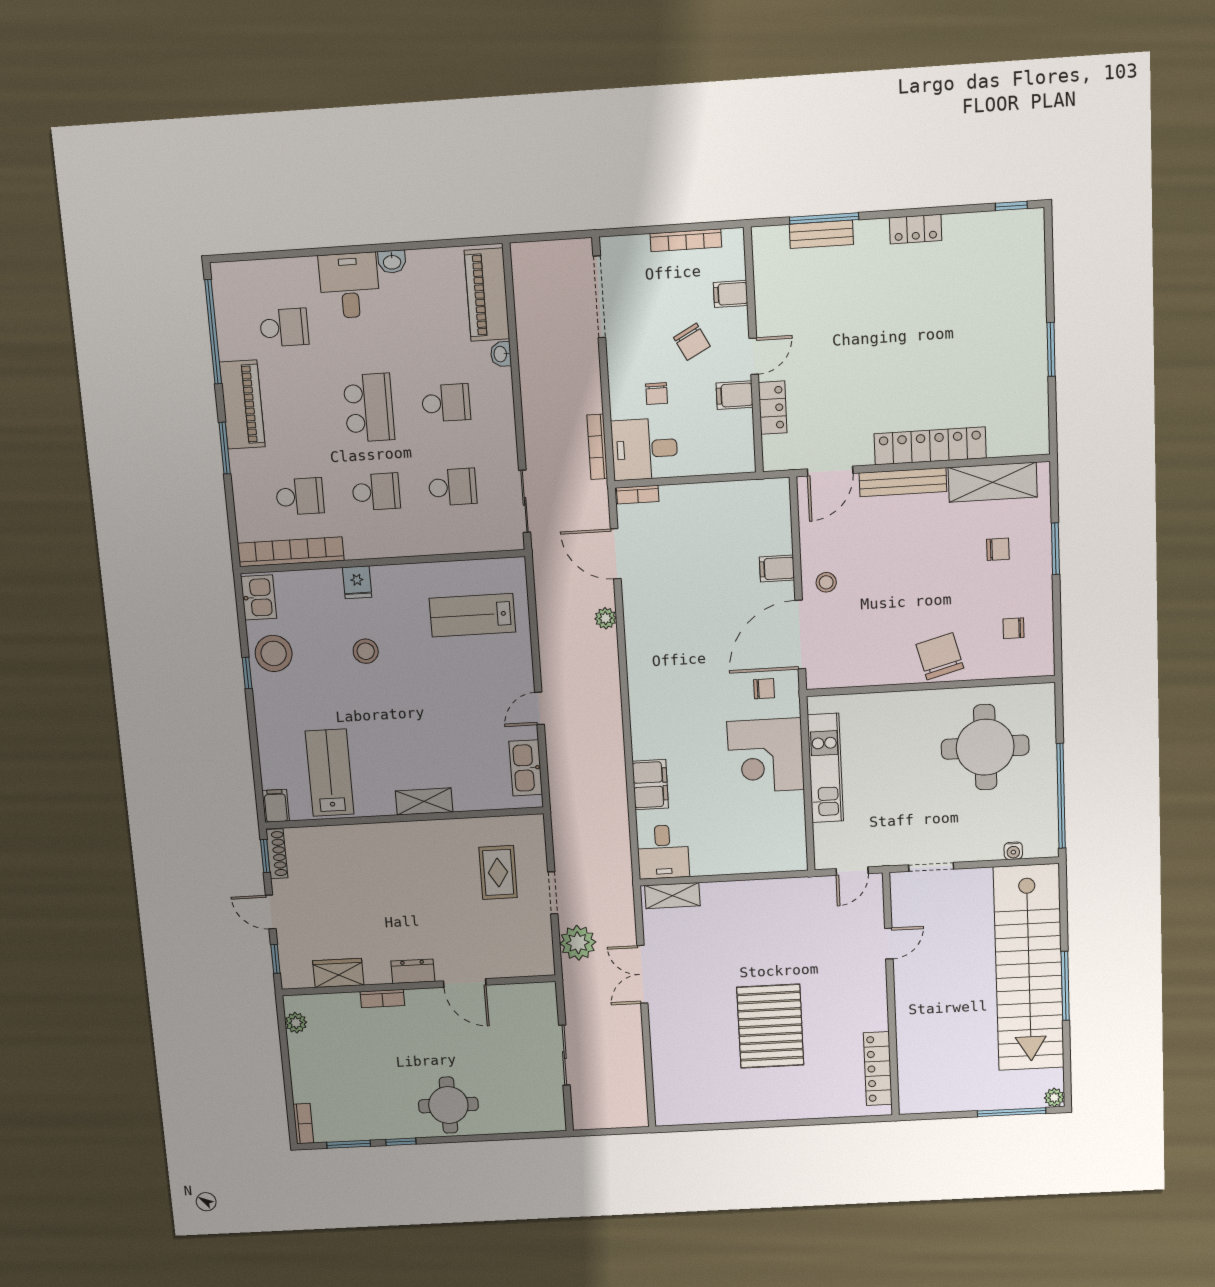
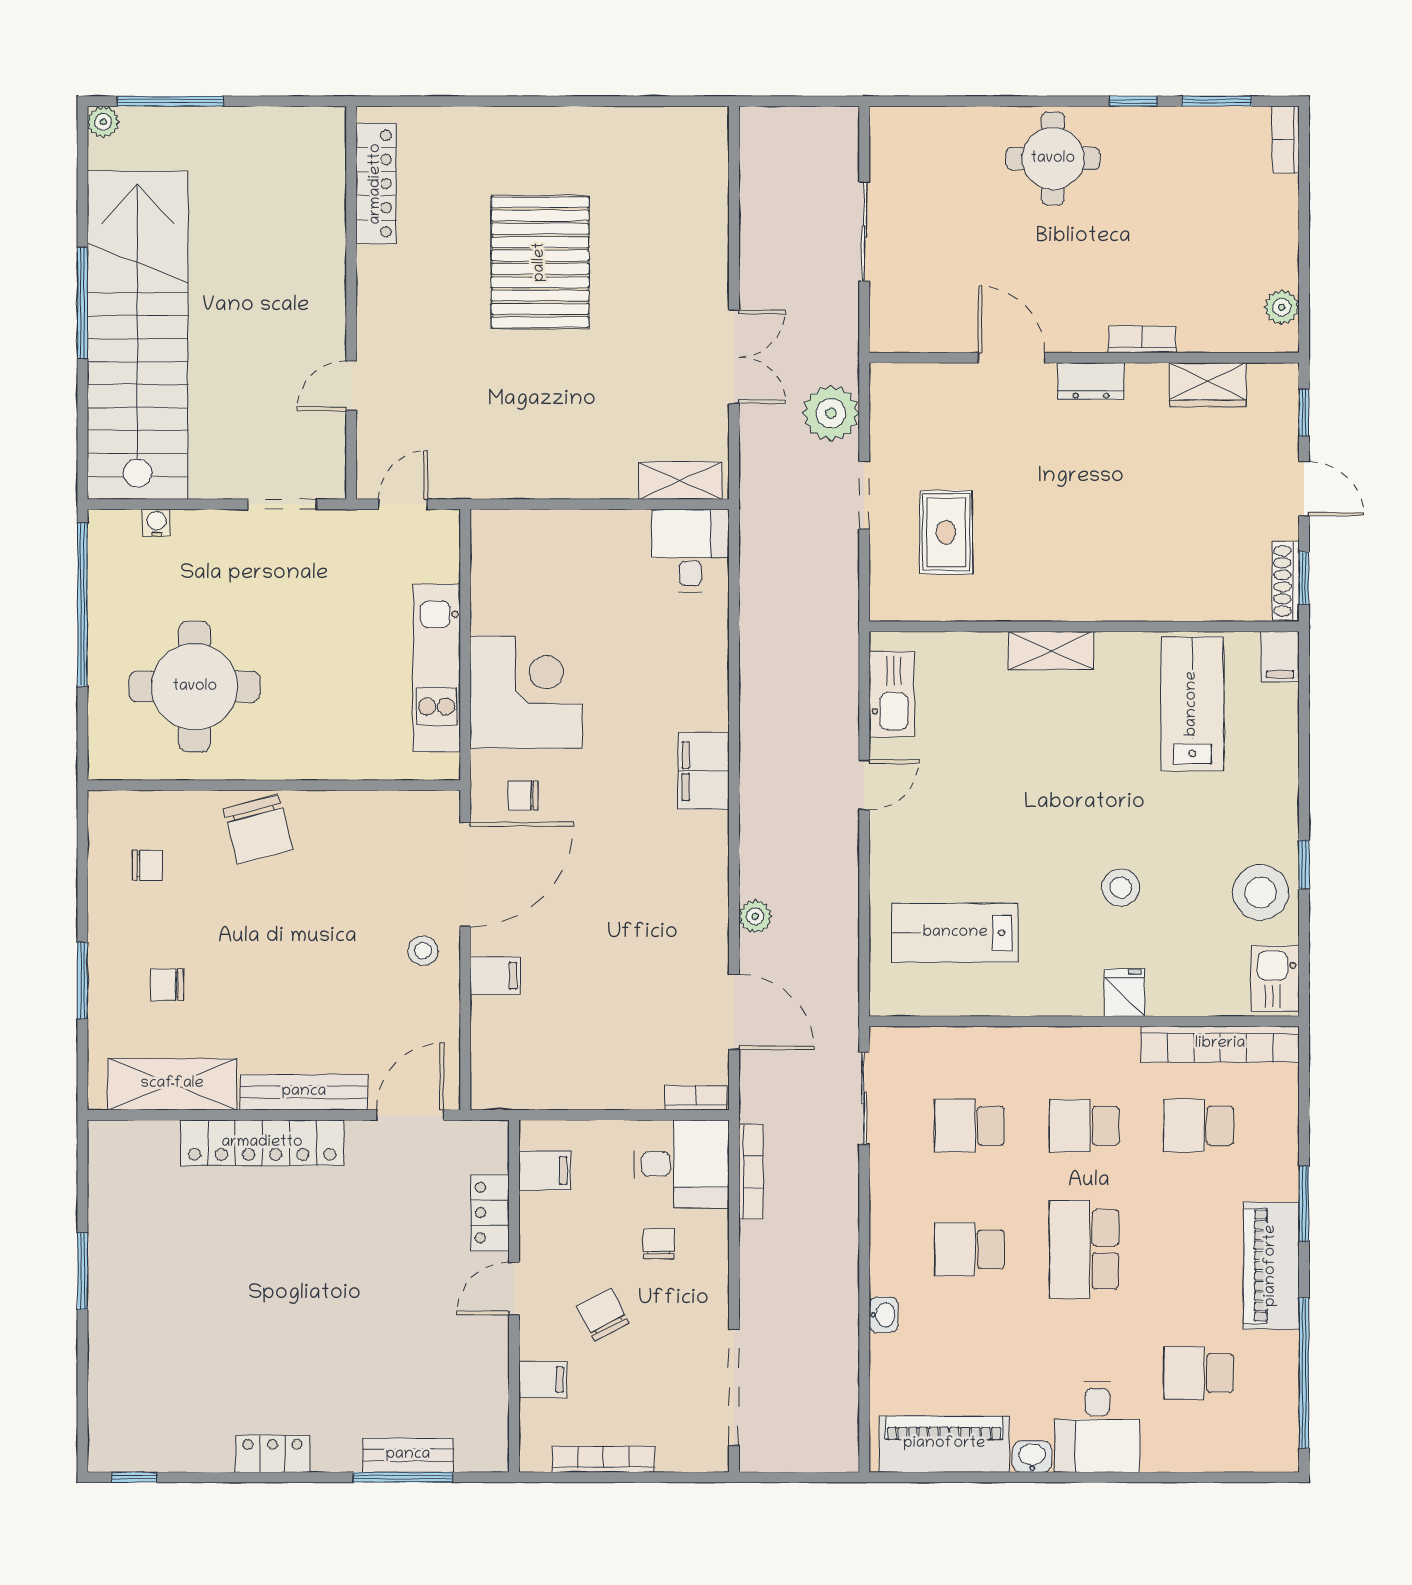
piano: (487, 295) -> (944, 1444), moved, turned -90
filing cabinet: (734, 395) -> (545, 1171), moved
lab bench: (472, 615) -> (955, 933), turned 180
lab bench: (330, 773) -> (1192, 704), turned 180
filing cabinet: (650, 785) -> (704, 771), moved

